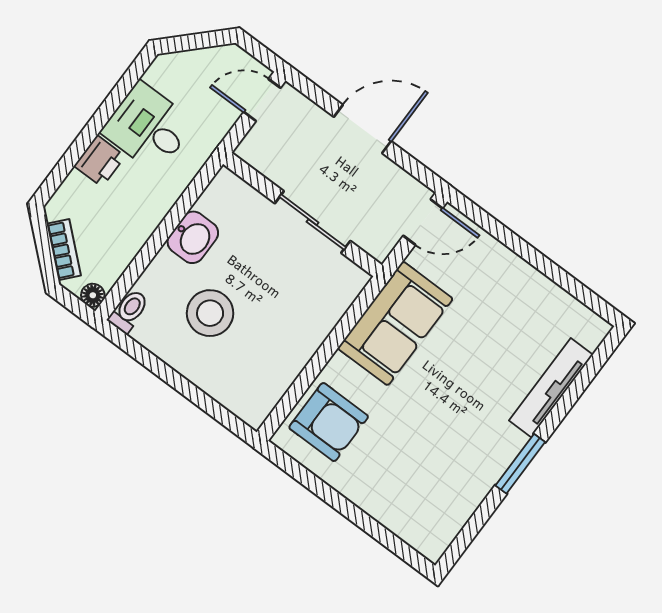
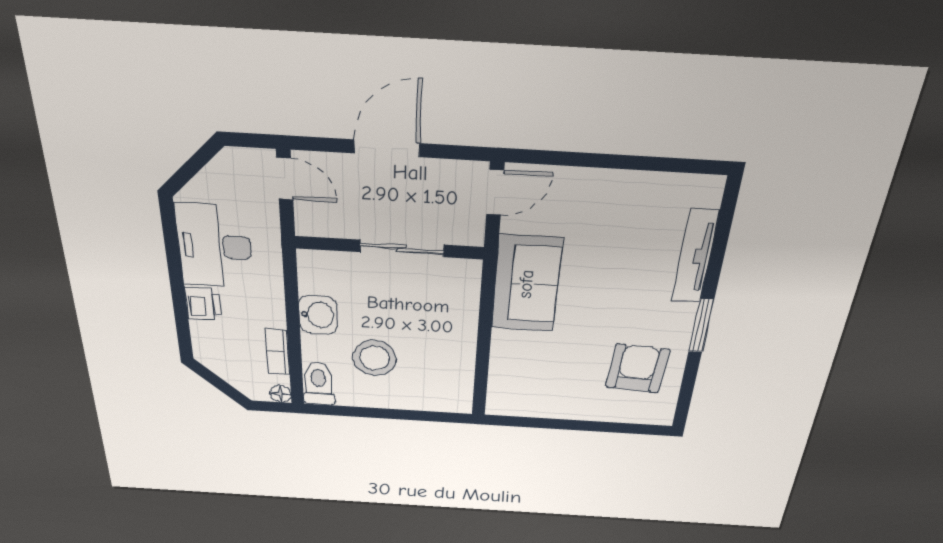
door: (262, 100) -> (285, 179), swing flipped
desk: (148, 127) -> (215, 246), width x1.37
bookcase: (64, 250) -> (278, 352), moved, turned -131
toilet: (129, 311) -> (319, 384), width x1.37, depth x1.39
armchair: (329, 422) -> (637, 368), moved, turned -86

